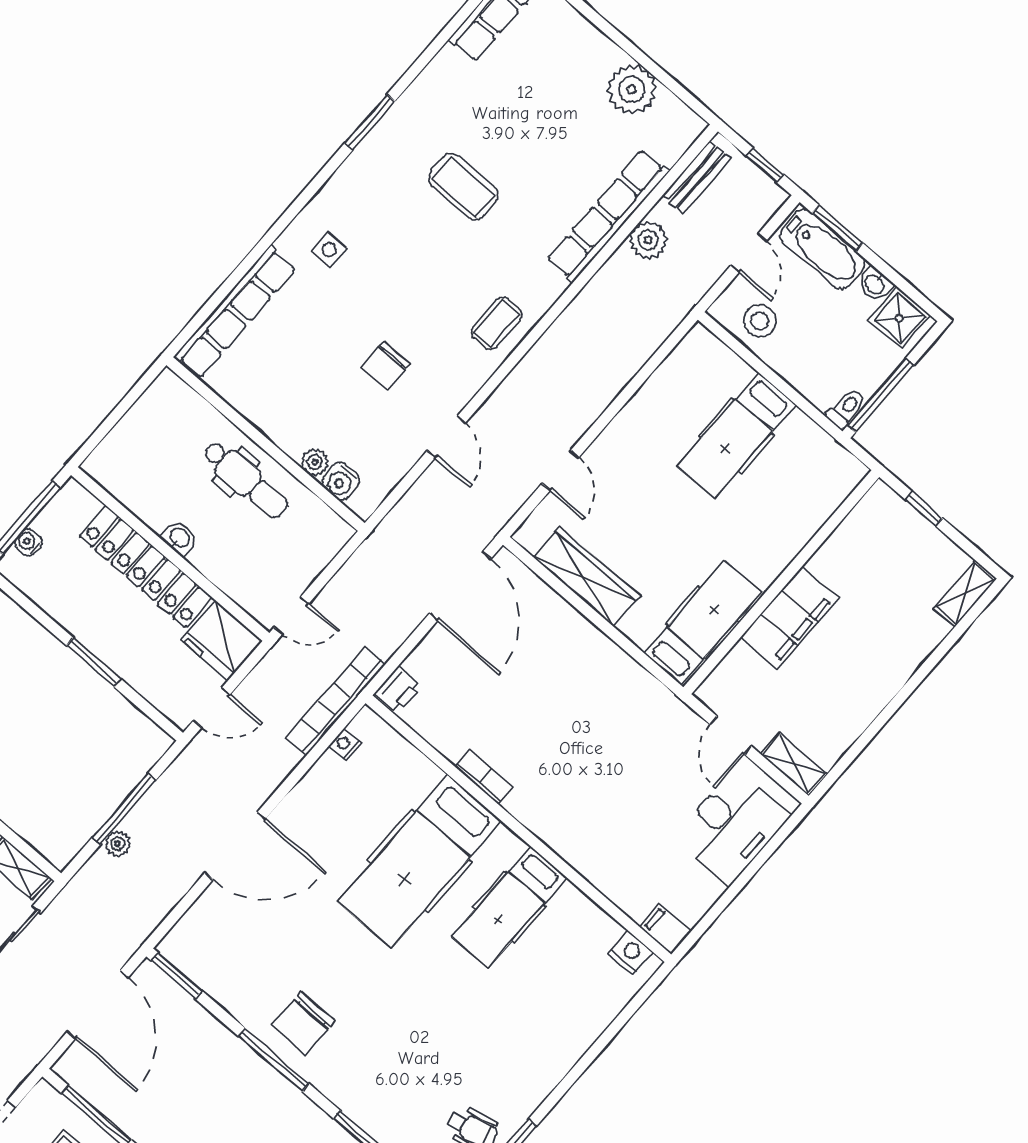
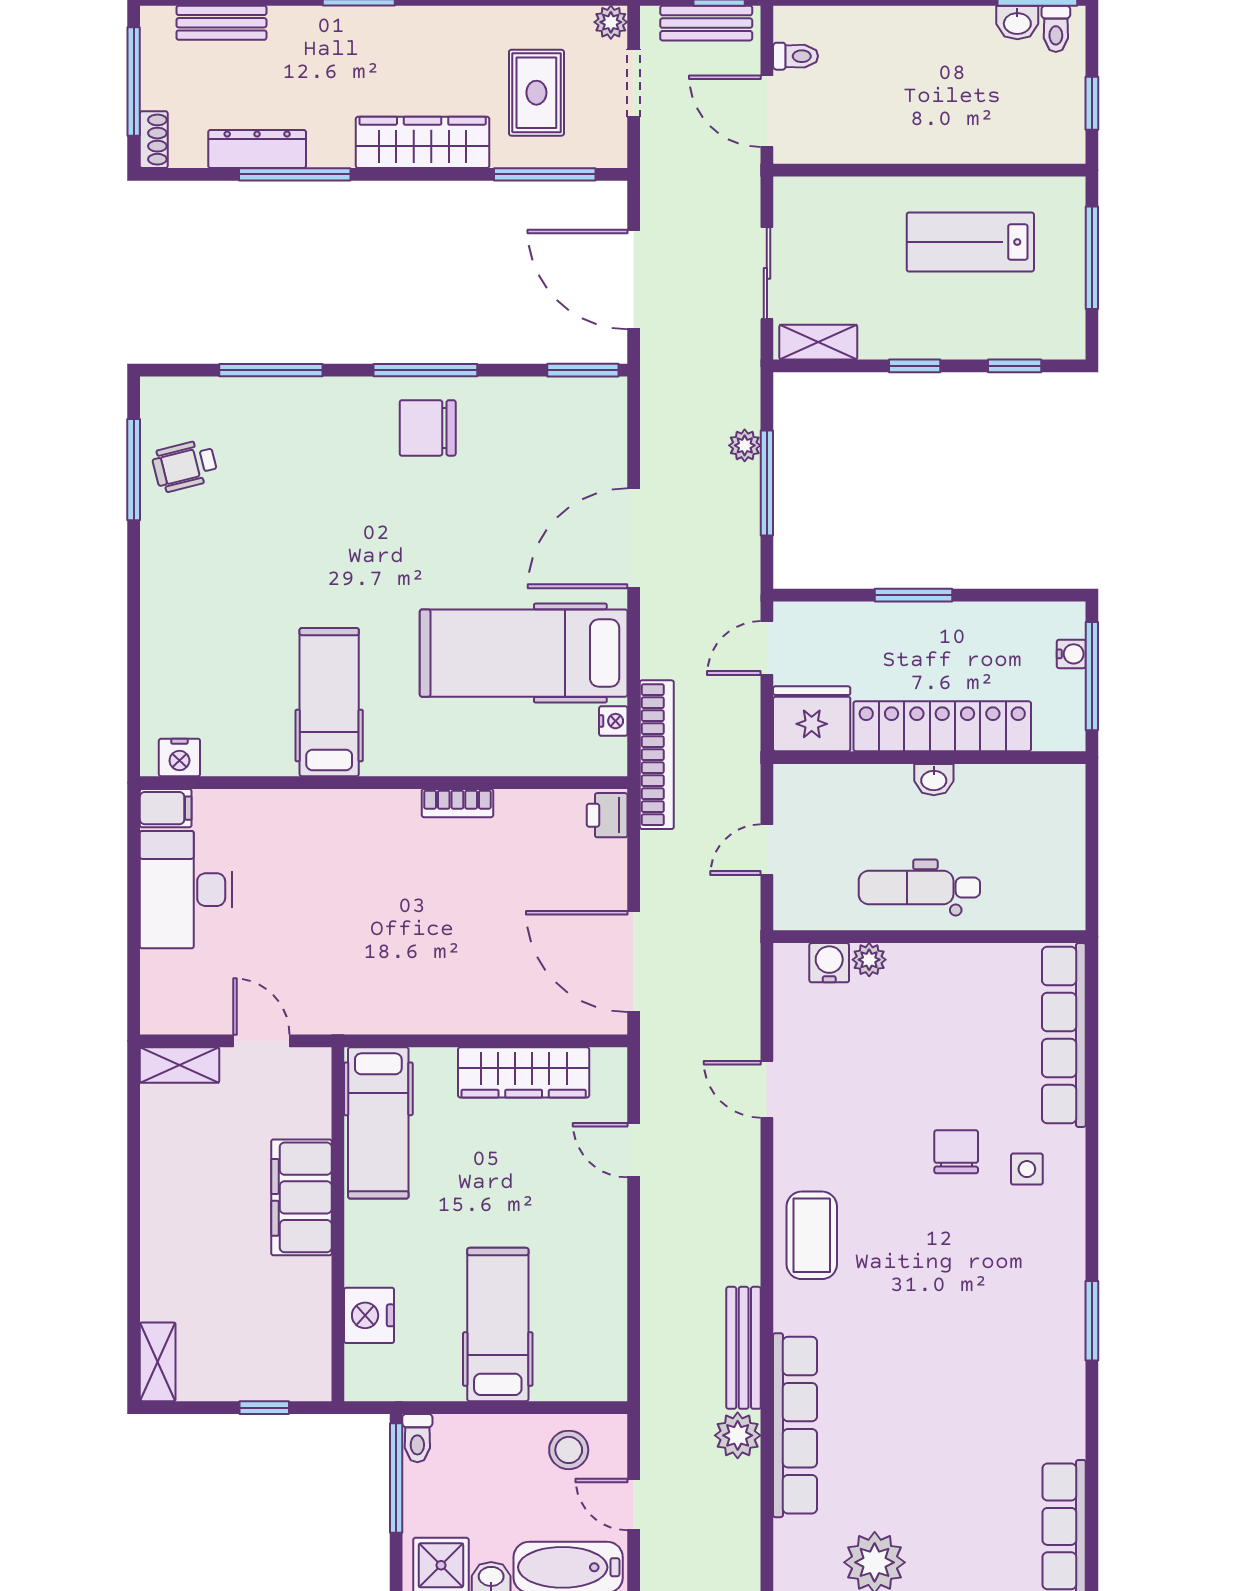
bench: (696, 177) -> (744, 1348), moved, width x1.36
coffee table: (463, 187) -> (953, 1336), removed
coffee table: (496, 323) -> (812, 1235), width x1.36, depth x1.30
chair: (386, 366) -> (956, 1152), moved
nightstand: (811, 510) -> (369, 1315), added
door: (291, 616) -> (767, 850), moved
desk: (732, 827) -> (186, 890), moved
hospital bed: (420, 861) -> (524, 653), moved, turned -90
chair: (303, 1023) -> (428, 428), turned -90

